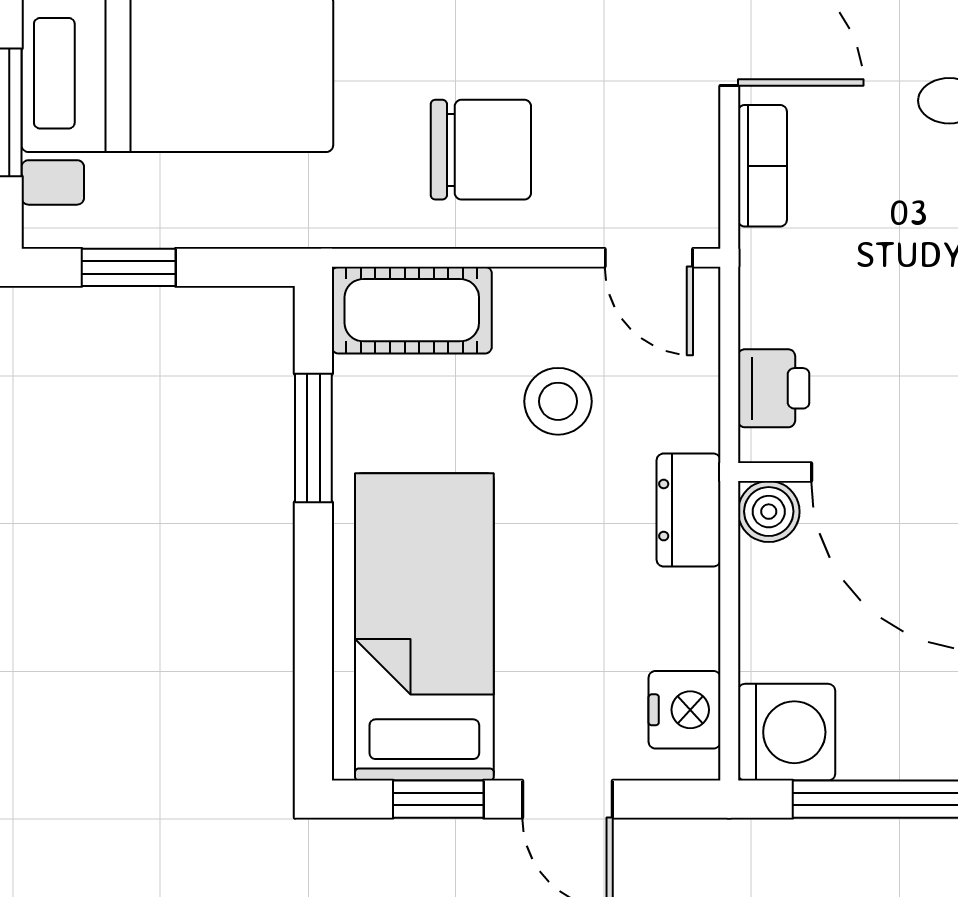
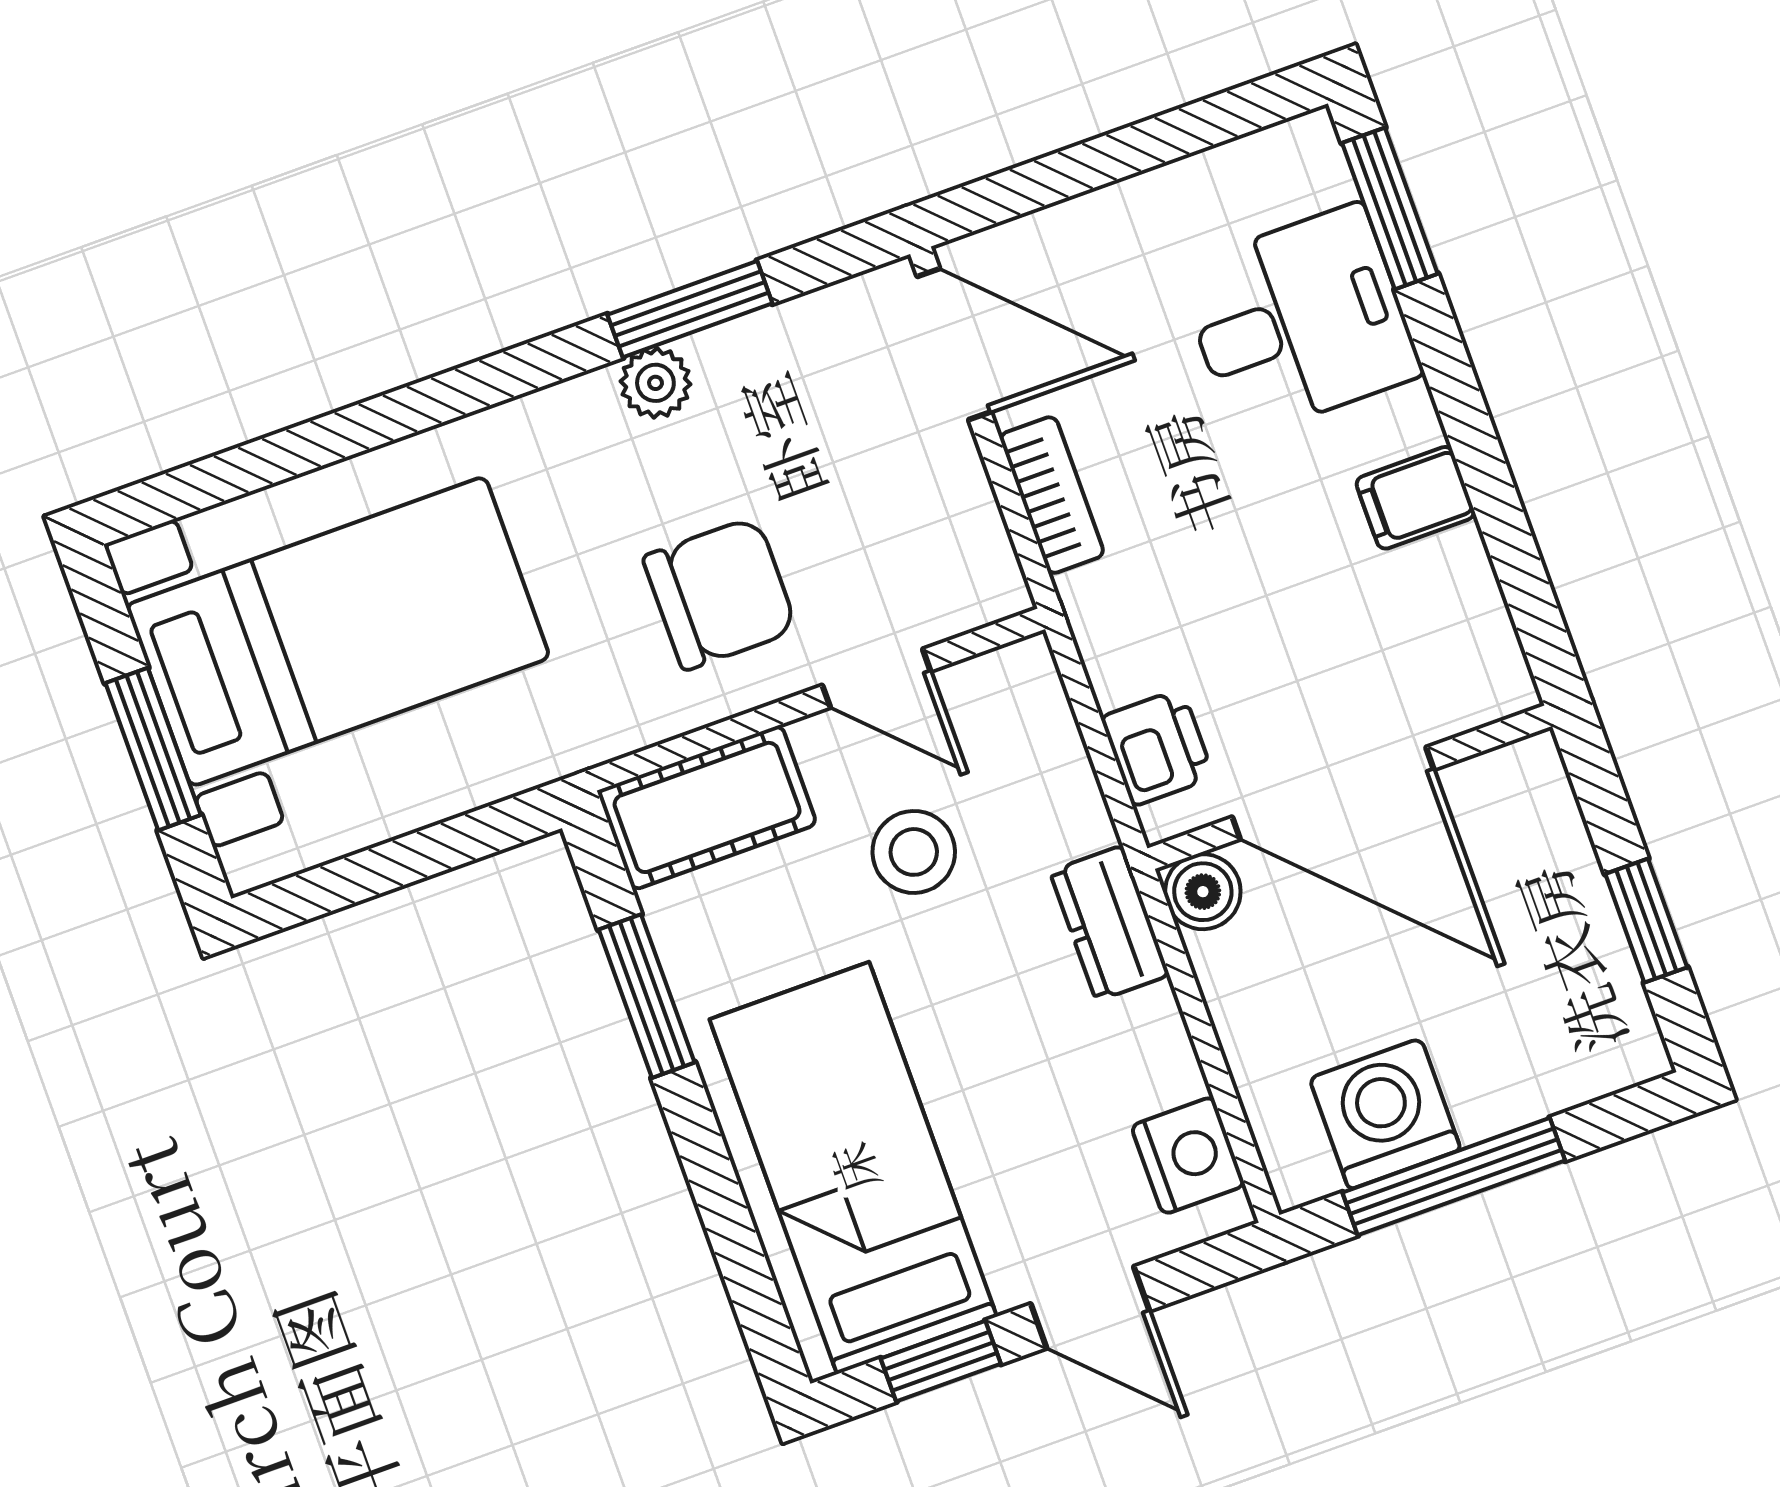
door: (649, 258) -> (876, 678), moved
window: (129, 267) -> (362, 876), removed
washing machine: (787, 732) -> (1385, 1114), moved, turned -90

